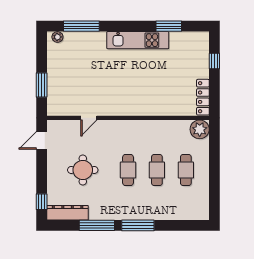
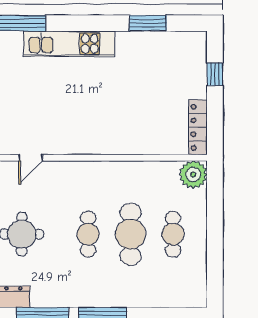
kitchen unit: (138, 40) -> (69, 44), moved
cafe table: (157, 170) -> (131, 234), width x1.37, depth x1.35

